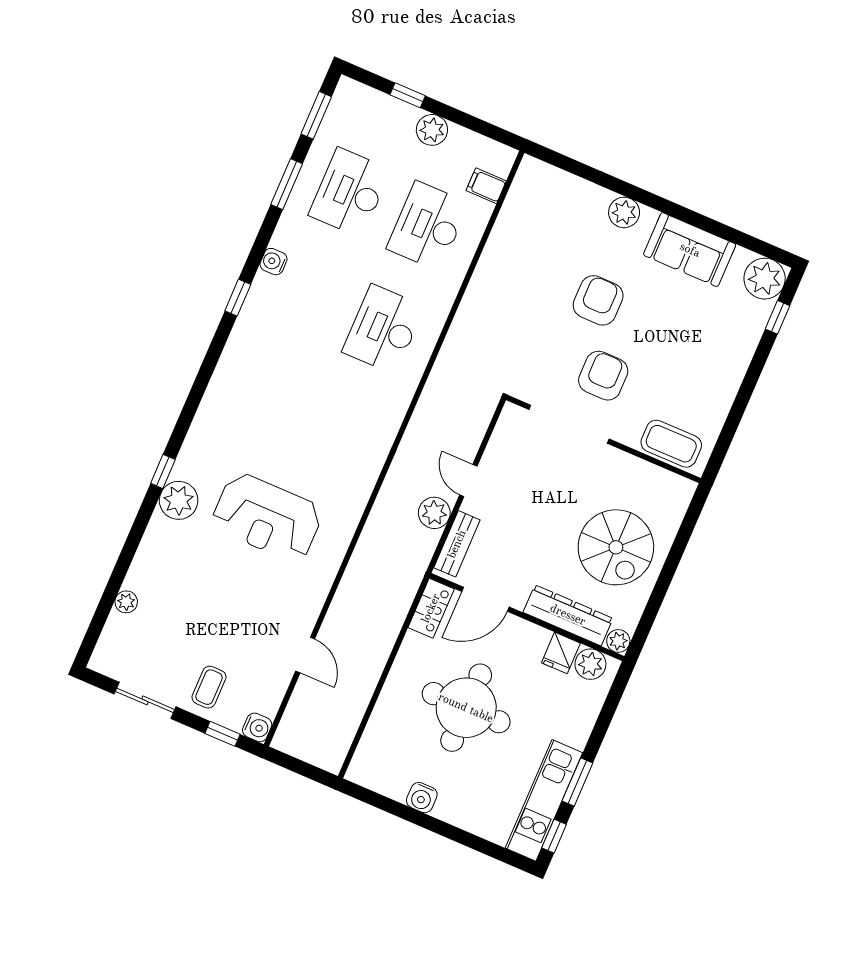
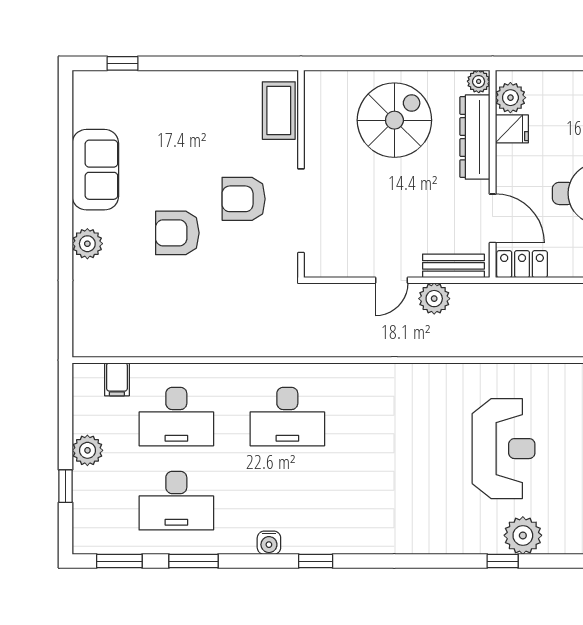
plant: (765, 279) -> (92, 90), removed

